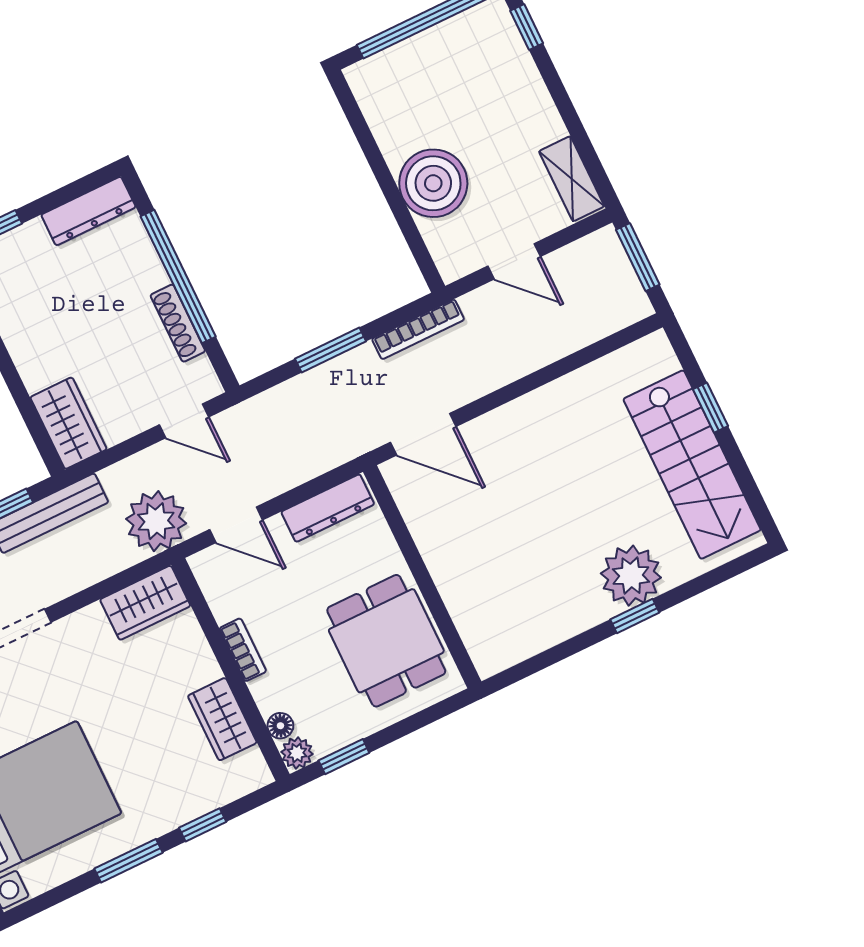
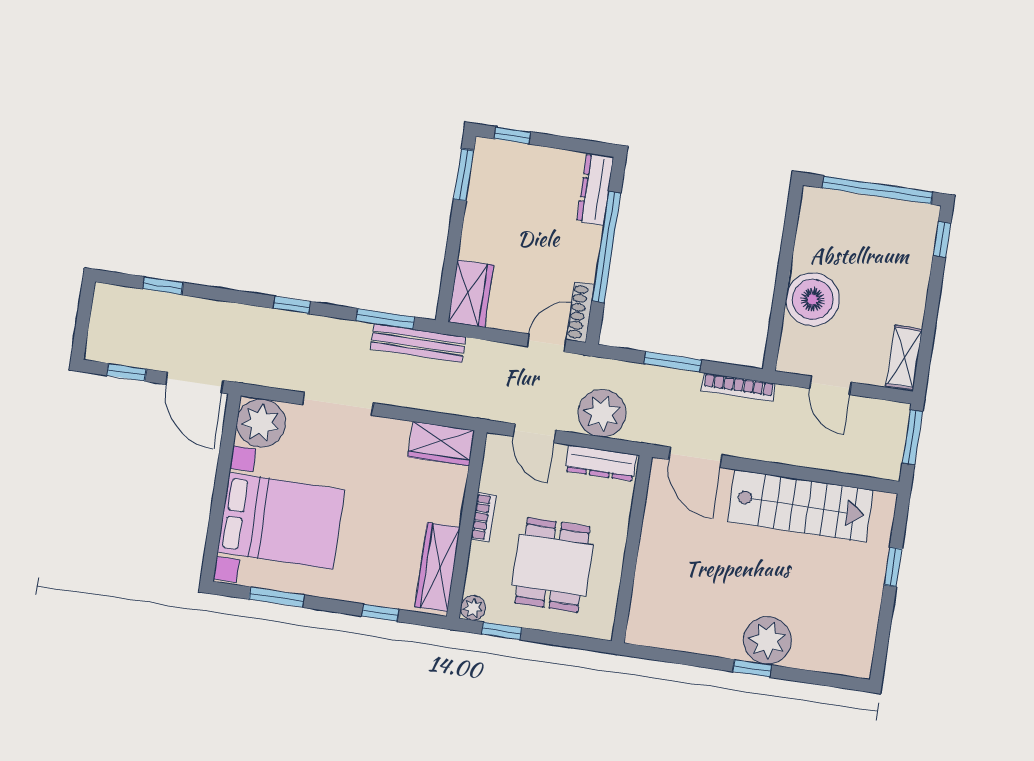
dresser: (88, 211) -> (595, 189), moved, turned 90
shoe rack: (178, 323) -> (580, 312), moved
door: (184, 421) -> (546, 343), swing flipped
stairs: (692, 465) -> (800, 506), moved, turned -90
plant: (156, 521) -> (602, 413), moved
dining table: (386, 641) -> (553, 565), moved
wardrobe: (222, 719) -> (437, 567), width x1.50
floor lamp: (280, 726) -> (474, 583), removed
window: (128, 861) -> (277, 597), moved

